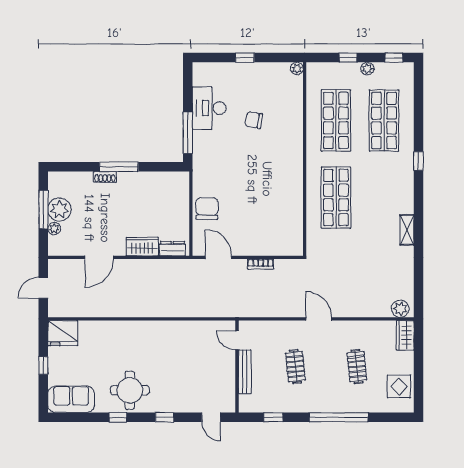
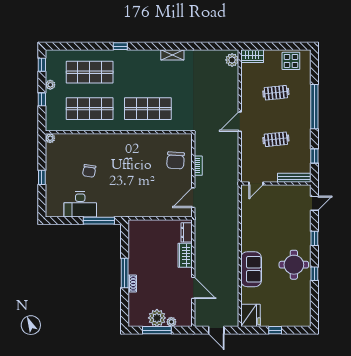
chair: (207, 209) -> (176, 160), moved, turned -86
bench: (245, 372) -> (294, 178), moved
sofa: (71, 399) -> (251, 269), moved, turned 180

